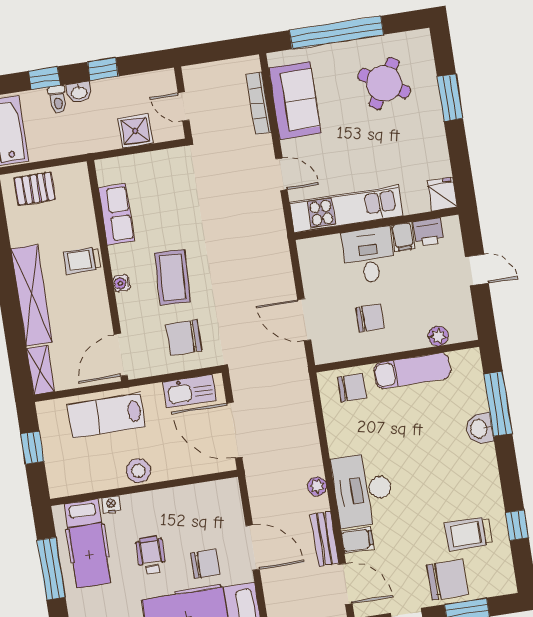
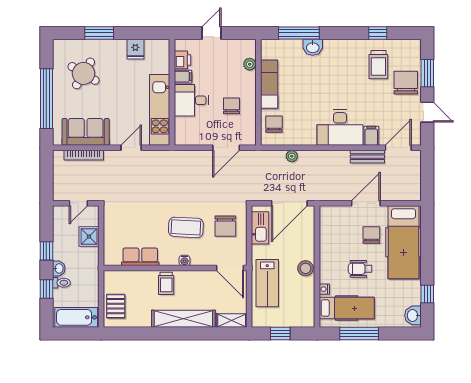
fridge: (442, 194) -> (135, 49), moved, turned -90
plant: (317, 486) -> (292, 156), moved

